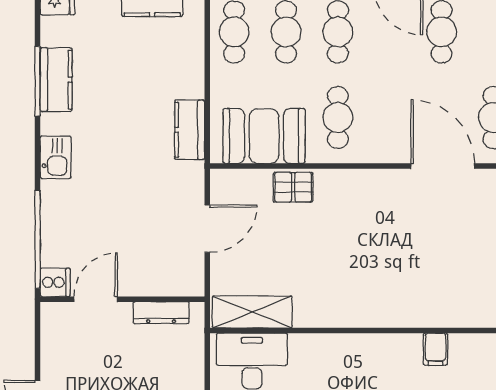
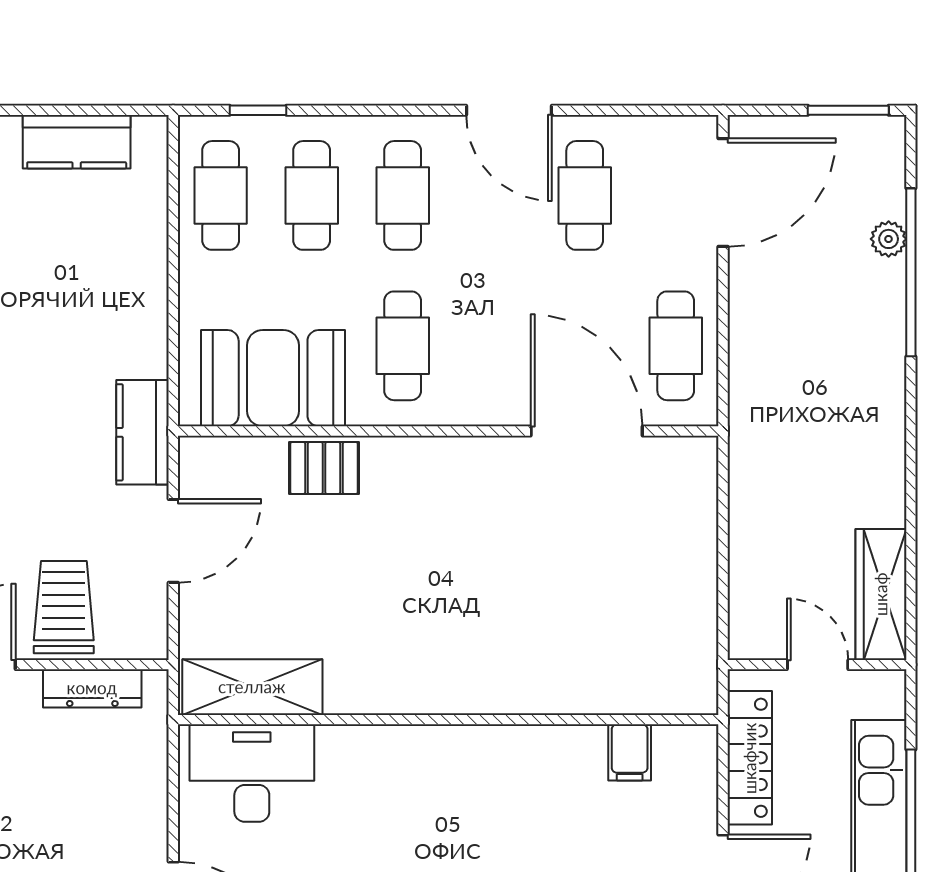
kitchen counter: (190, 130) -> (142, 432), moved
trolley: (145, 266) -> (64, 607), added
filing cabinet: (435, 349) -> (630, 752), moved

